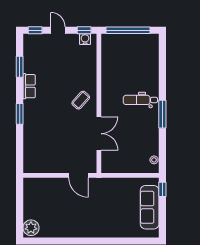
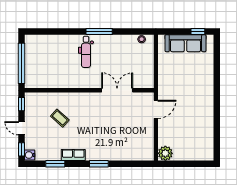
door: (58, 30) -> (21, 128), hinge flipped
water cooler: (85, 39) -> (30, 155), moved
coffee table: (81, 100) -> (60, 118), moved
window: (162, 189) -> (198, 31), moved
plant: (31, 228) -> (165, 153), moved

